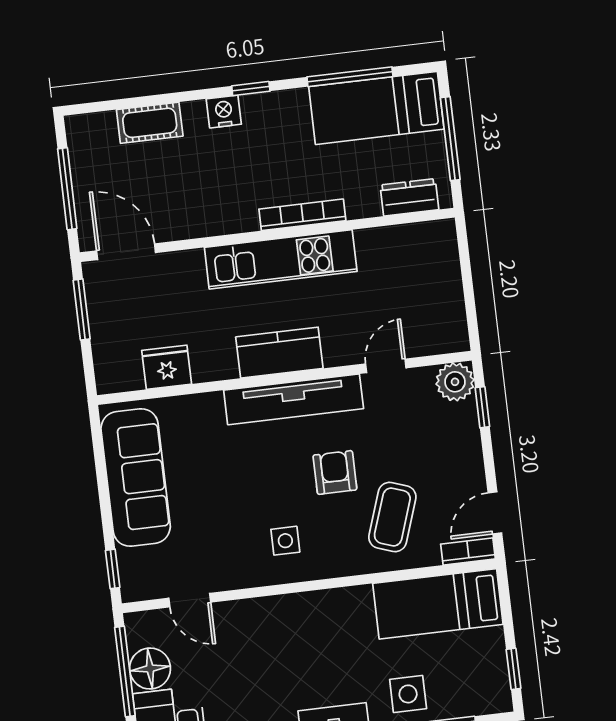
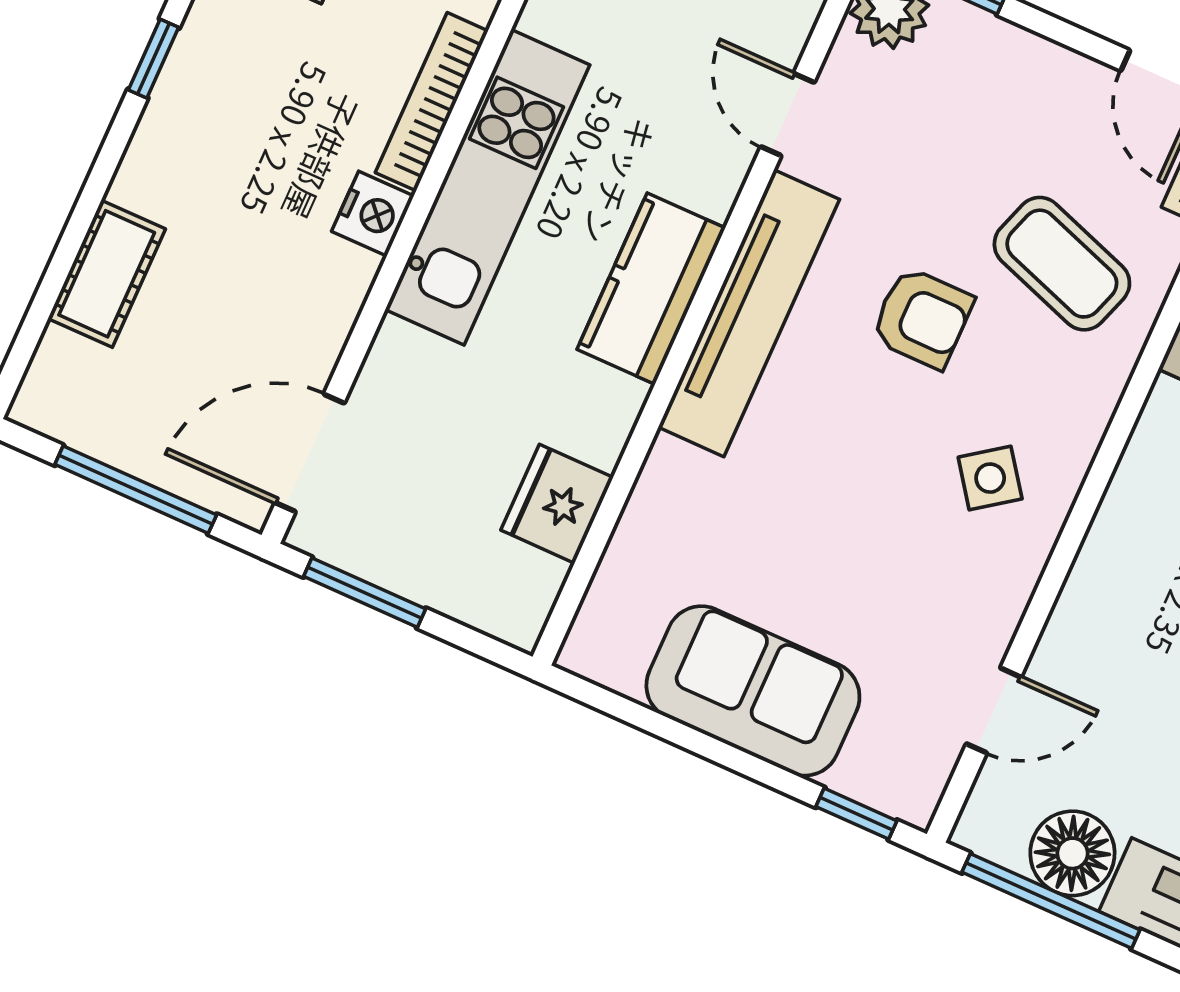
nightstand: (224, 112) -> (373, 214), moved, turned 180
armchair: (335, 472) -> (922, 318), turned 180
sofa: (136, 478) -> (753, 691), width x0.73
side table: (285, 541) -> (990, 478), turned -36

